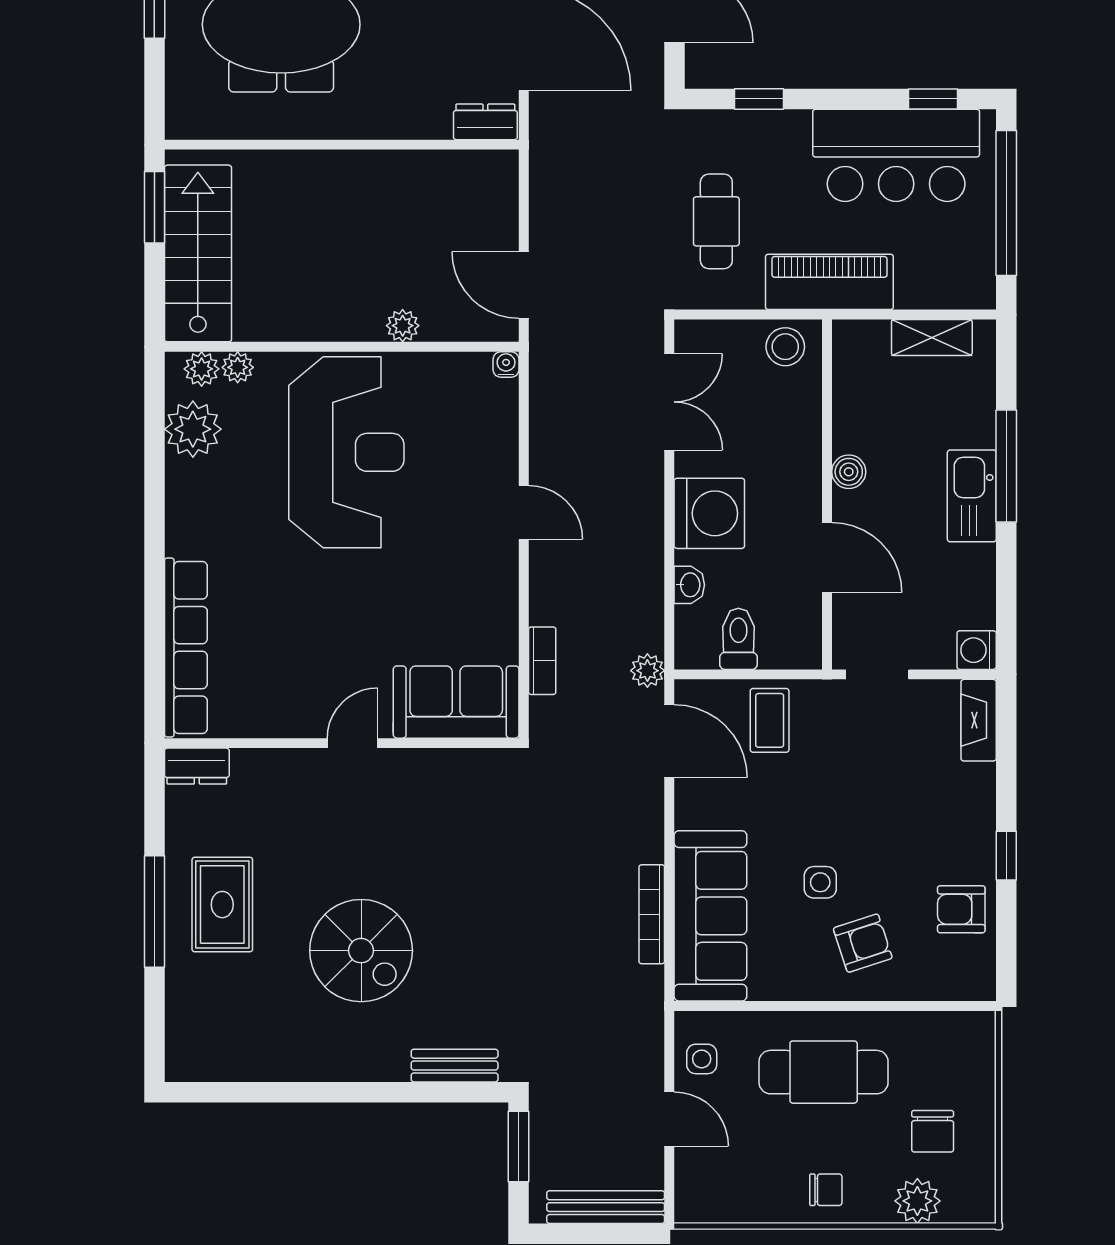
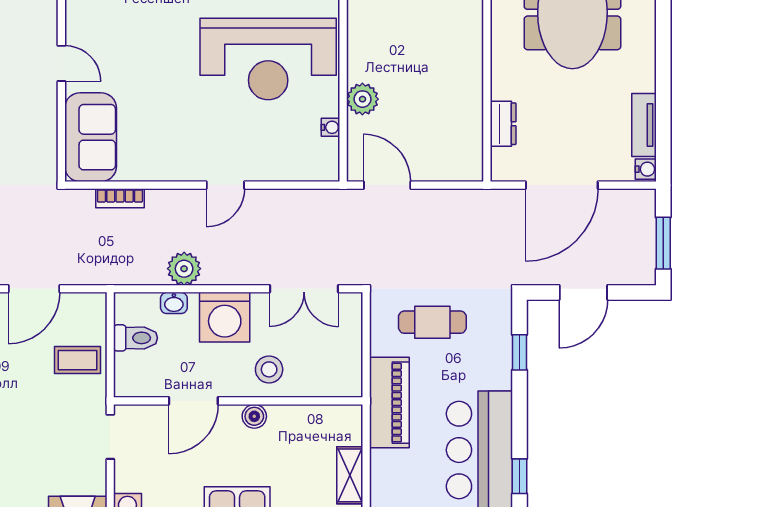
dresser: (485, 122) -> (503, 124), moved
door: (524, 285) -> (387, 185), hinge flipped
plant: (403, 326) -> (362, 99), width x1.38, depth x1.38
stool: (785, 347) -> (269, 369), moved
water cooler: (506, 364) -> (331, 127), moved
plant: (647, 671) -> (184, 269), moved, width x1.38, depth x1.38
door: (669, 741) -> (34, 289), moved

